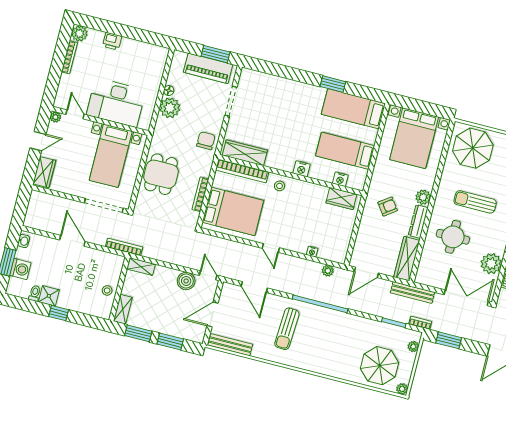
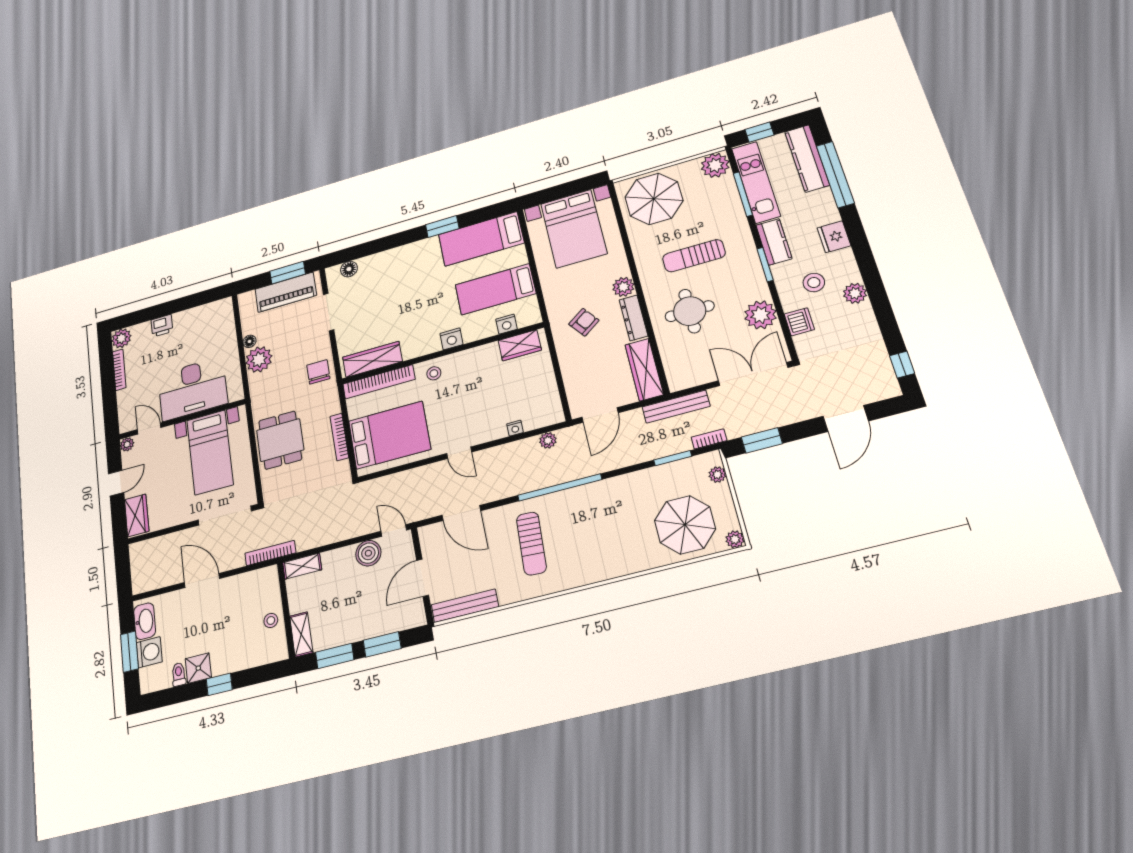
floor lamp: (258, 77) -> (349, 269), added
washbasin: (24, 241) -> (145, 621), width x1.91, depth x1.45

